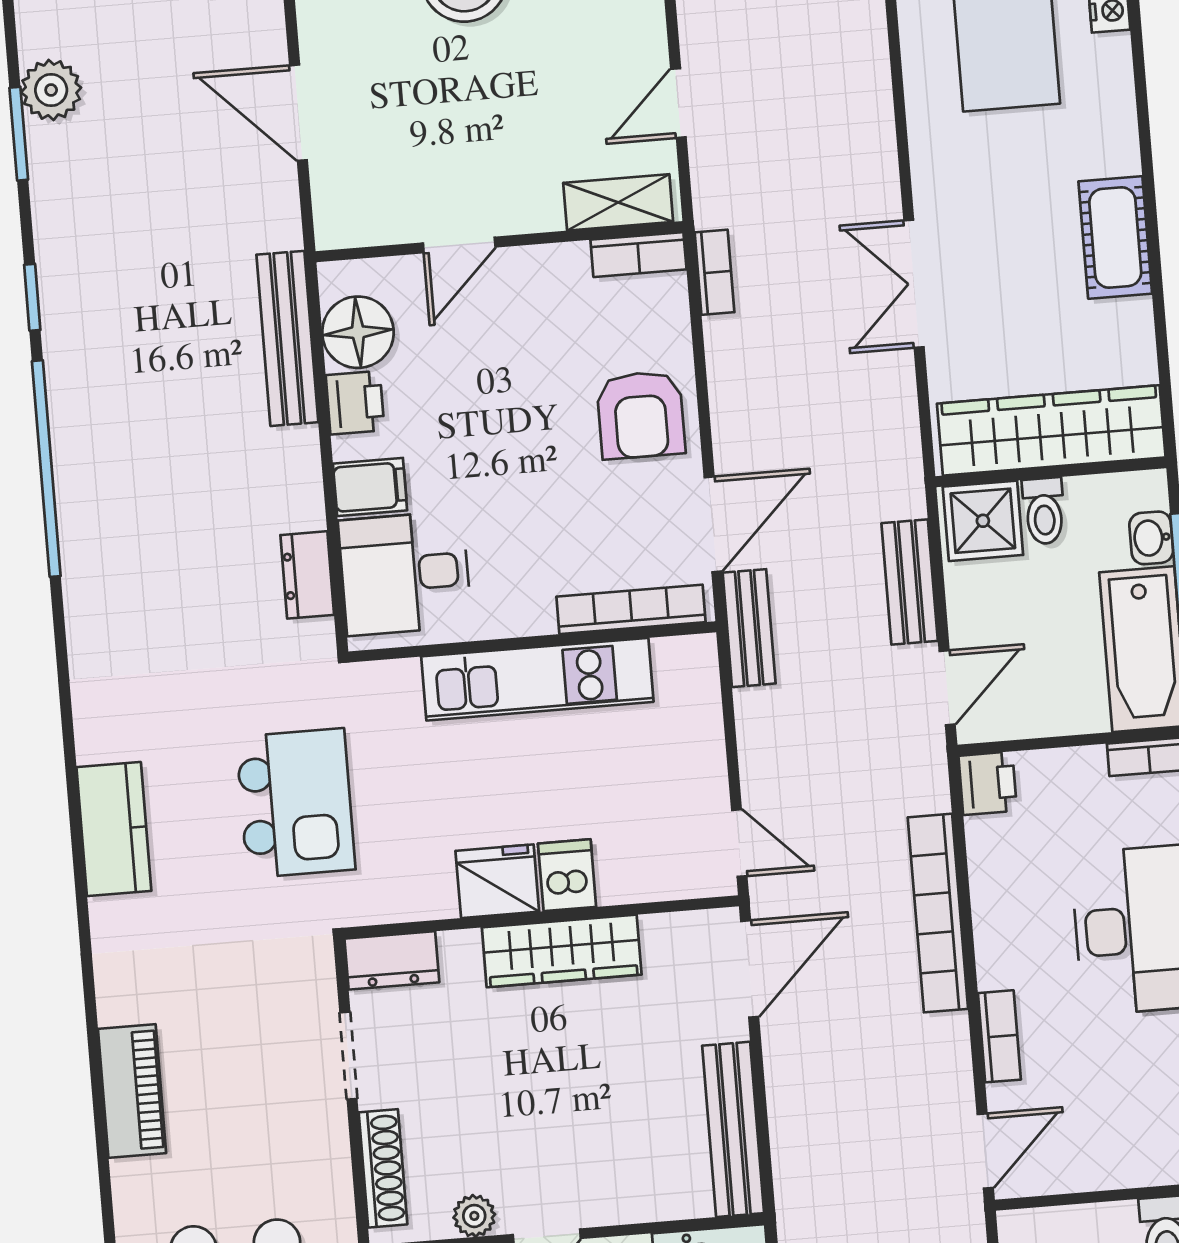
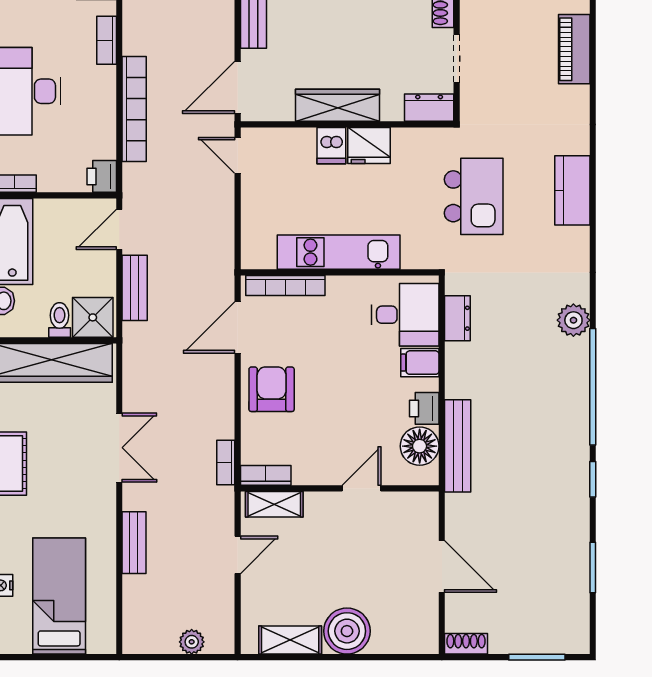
plant: (51, 90) -> (573, 320), moved
bench: (749, 628) -> (134, 543), moved
kitchen island: (296, 803) -> (474, 196), turned 180

